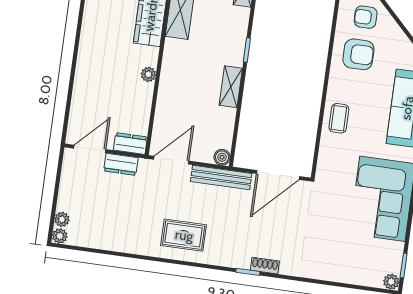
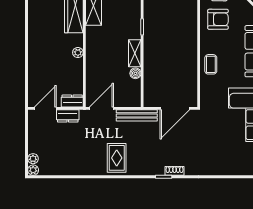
boiler: (222, 157) -> (135, 73), moved
rug: (184, 235) -> (117, 158), turned 90

